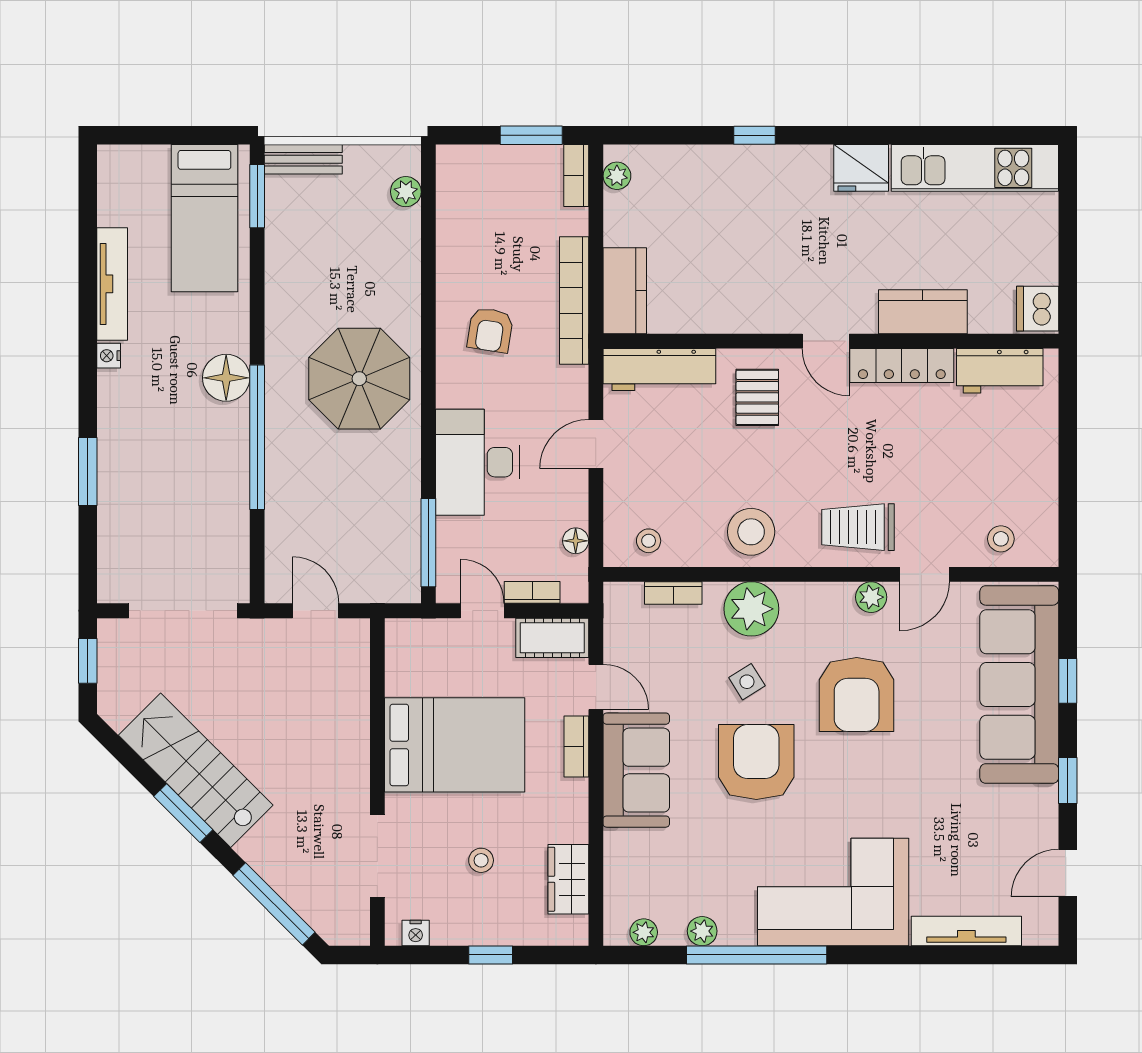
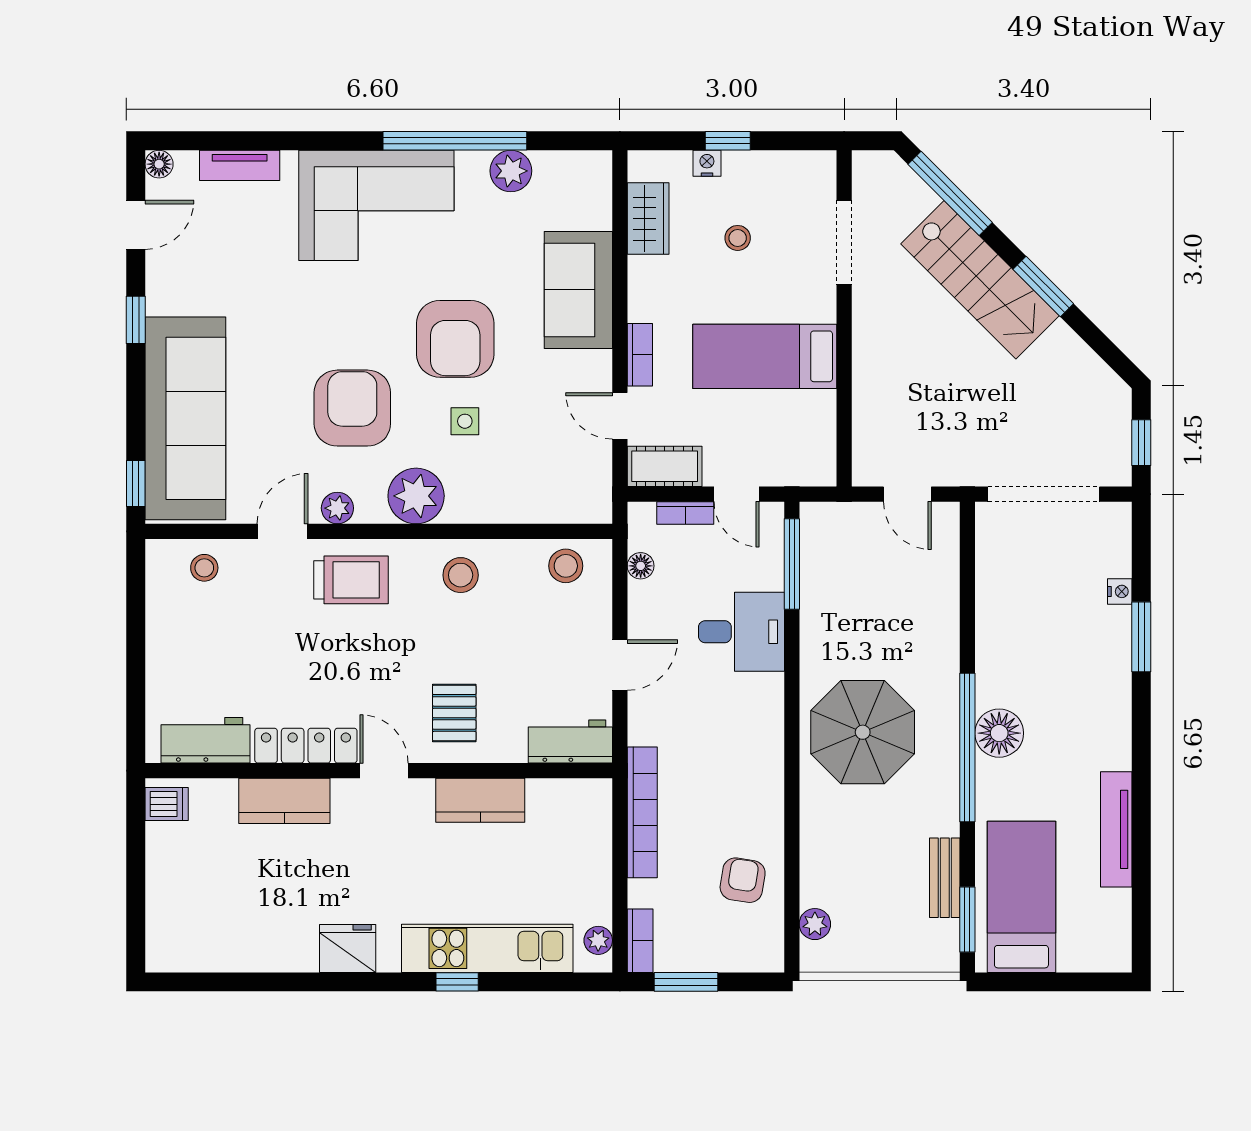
bench: (303, 159) -> (945, 878), moved, turned 90
kitchen unit: (975, 168) -> (487, 948), moved
kitchen counter: (625, 291) -> (480, 800), moved, turned -90
dishwasher: (1038, 309) -> (167, 804), width x0.73
armchair: (490, 330) -> (743, 880), moved
nightstand: (109, 356) -> (1120, 591), moved
workbench: (659, 370) -> (570, 742), width x0.73
window: (257, 437) -> (967, 747), moved
desk: (477, 462) -> (741, 632), width x0.73
stool: (751, 532) -> (461, 575), width x0.73, depth x0.73
stool: (649, 541) -> (566, 566), width x1.37, depth x1.37
bookcase: (673, 593) -> (540, 512), removed
plant: (751, 609) -> (416, 496), moved
window: (1068, 681) -> (136, 484), moved
side table: (747, 682) -> (465, 421), turned 32
bed: (455, 745) -> (765, 356), width x0.67
stairs: (196, 770) -> (980, 280), moved
sofa: (636, 770) -> (578, 290), moved
plant: (702, 931) -> (511, 171), width x1.38, depth x1.38
tv unit: (966, 931) -> (240, 165), width x0.71
plant: (644, 932) -> (571, 164), removed
floor lamp: (1045, 932) -> (159, 164), added
nightstand: (416, 933) -> (707, 163), moved

